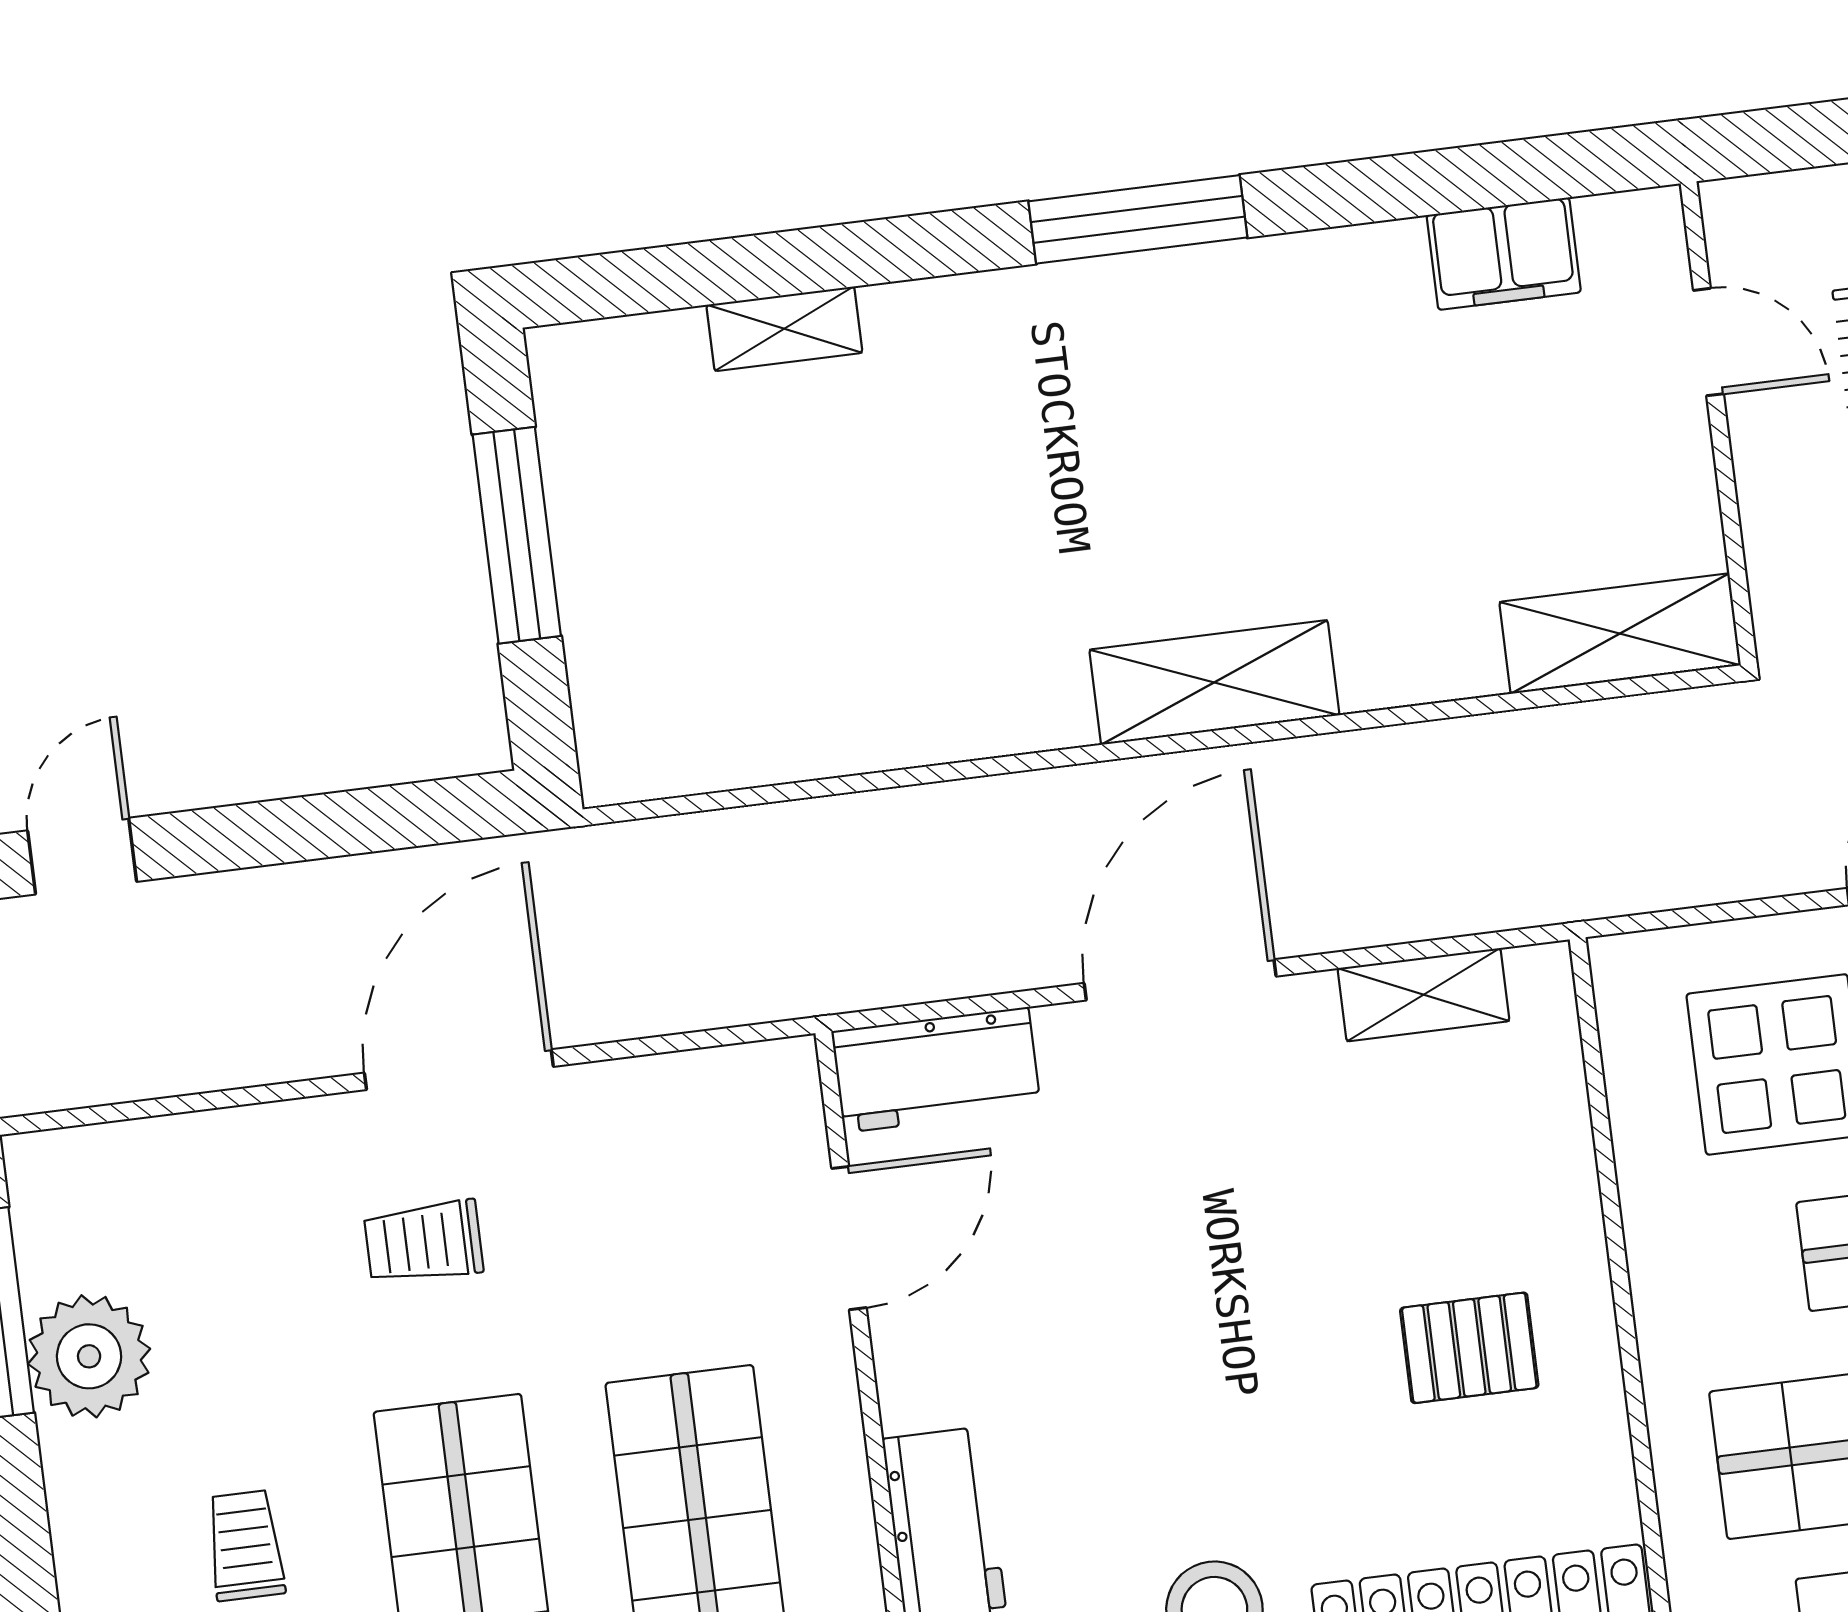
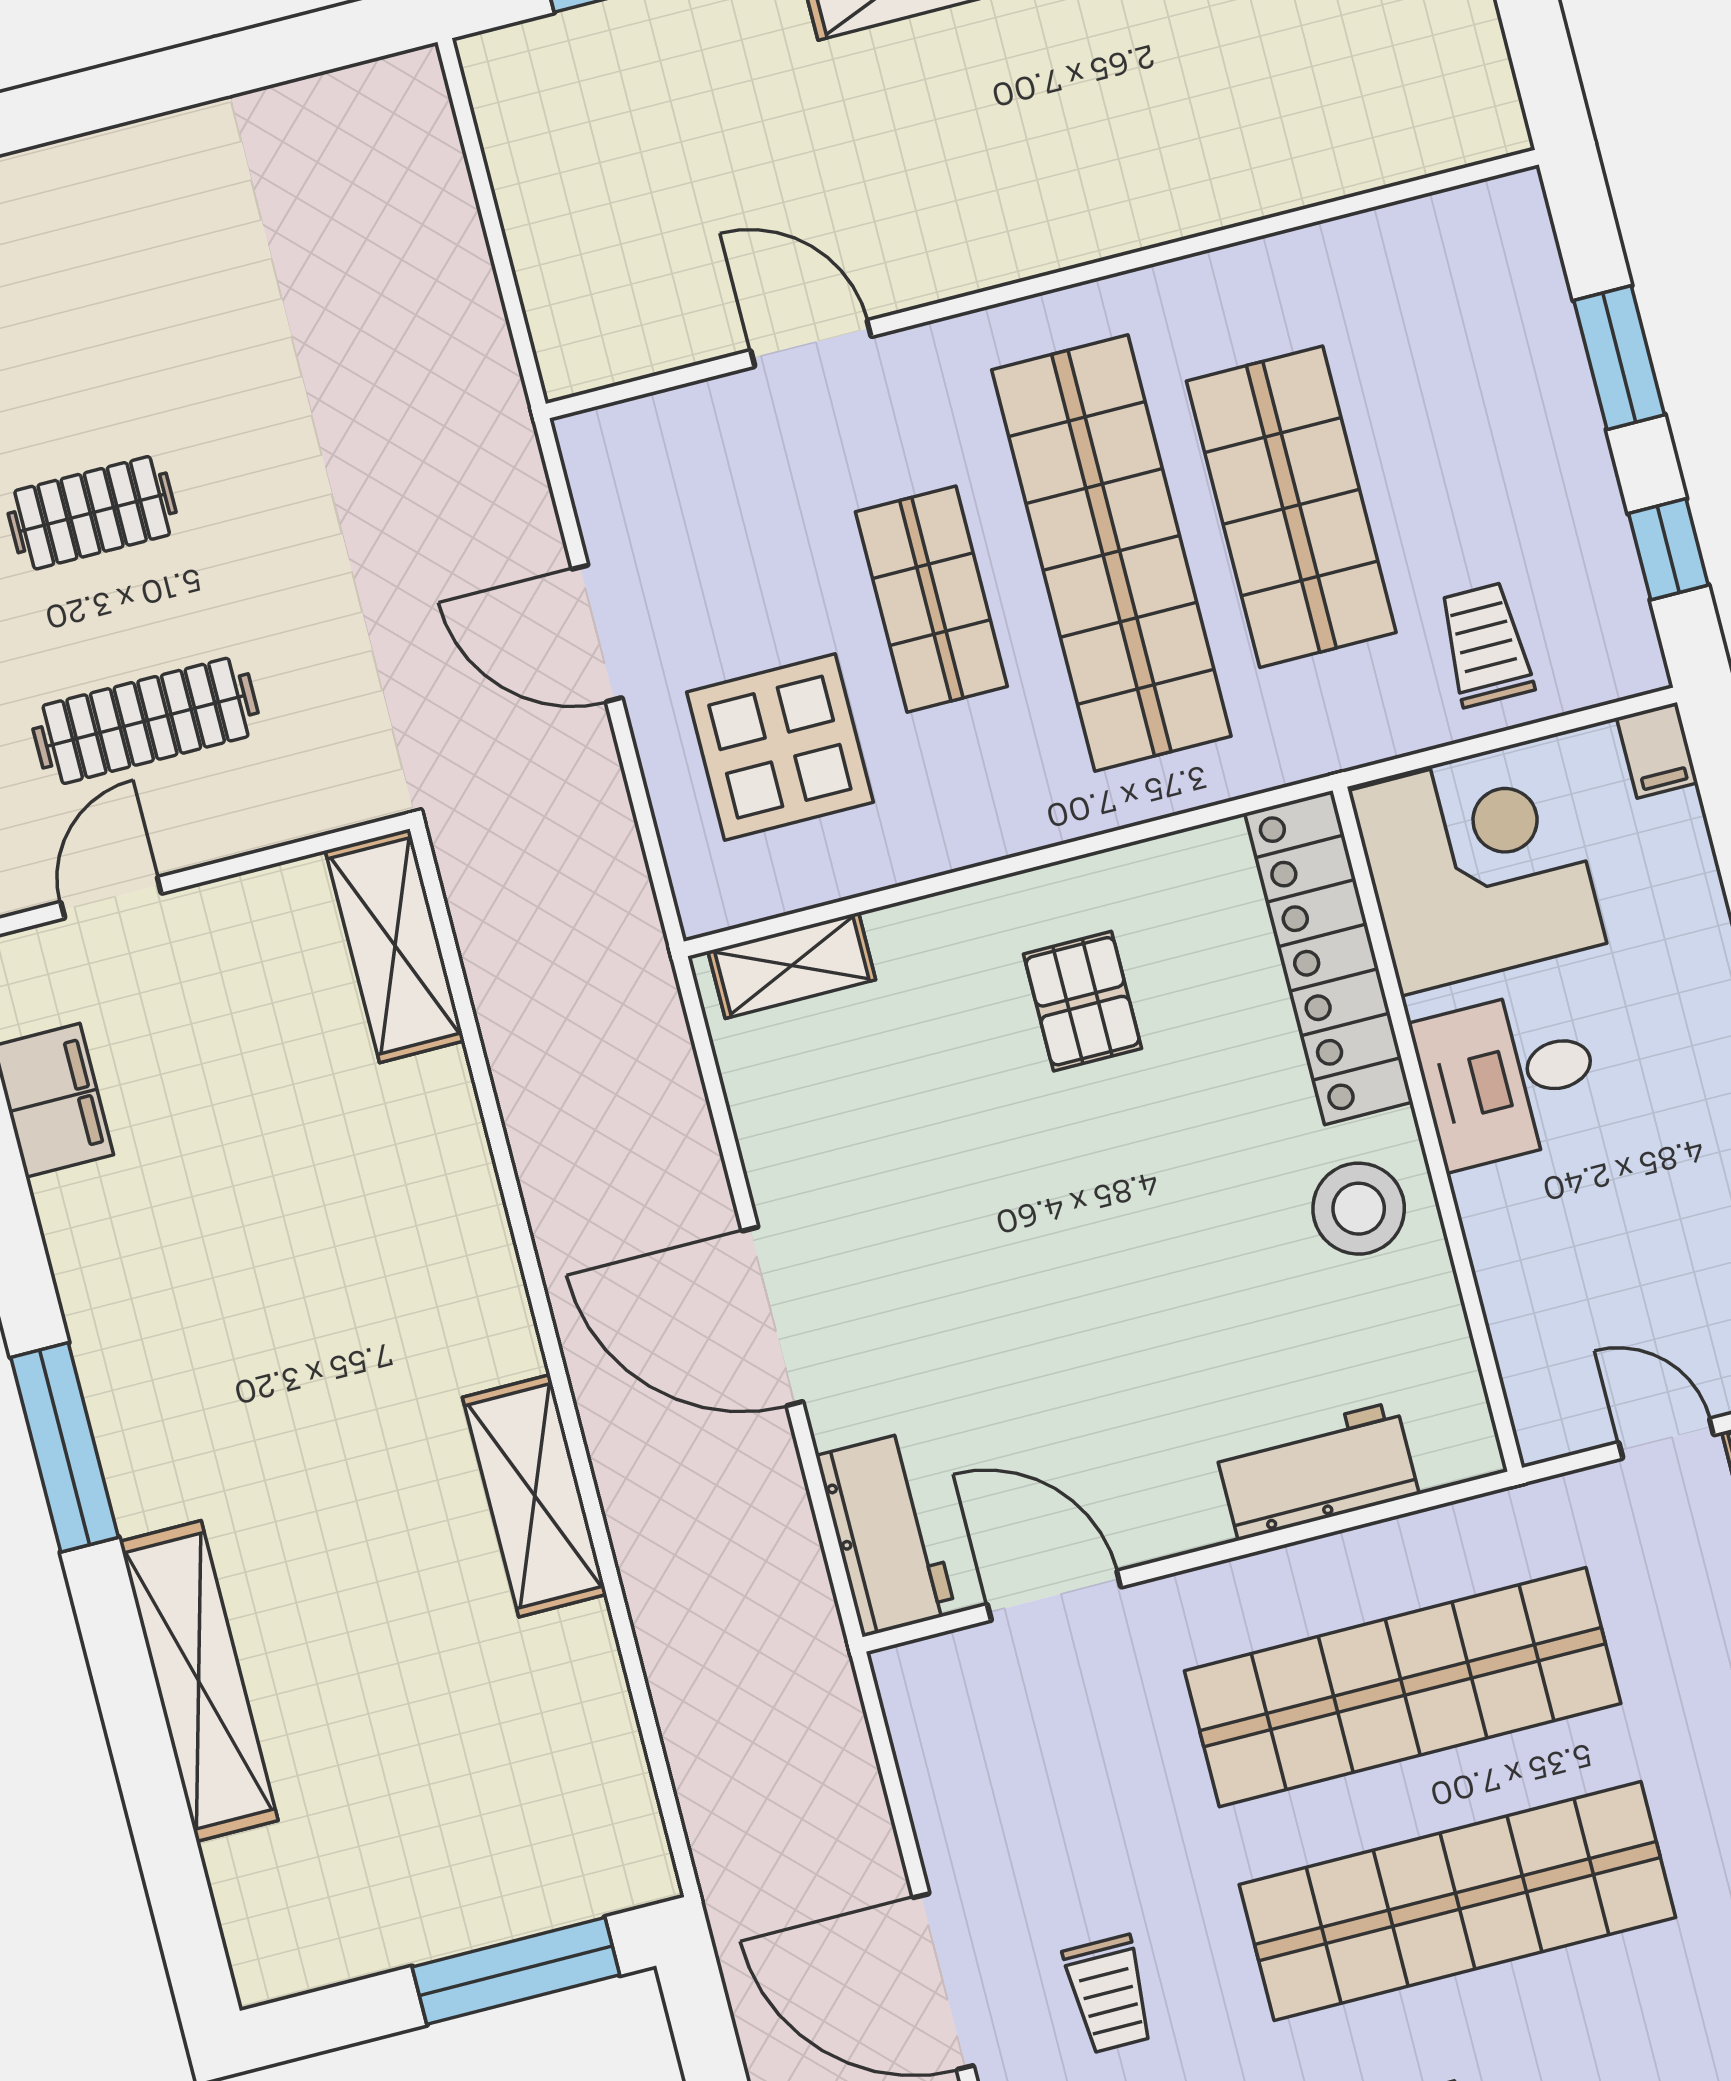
shelving: (784, 329) -> (199, 1681), width x2.20, depth x1.33
window: (517, 535) -> (516, 1971), moved
shelving: (1214, 682) -> (535, 1496), moved
shelving: (1423, 995) -> (792, 965), moved, turned 90

